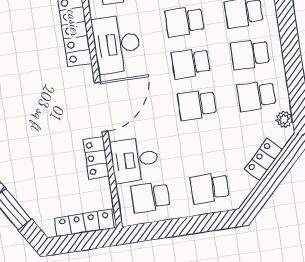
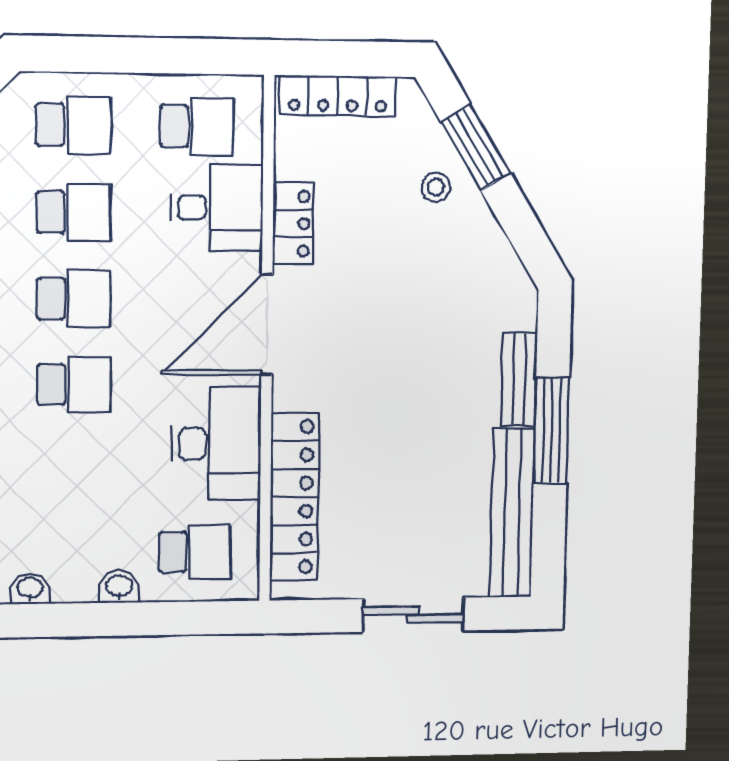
school desk: (184, 21) -> (74, 212), moved
stool: (29, 187) -> (436, 187), added

